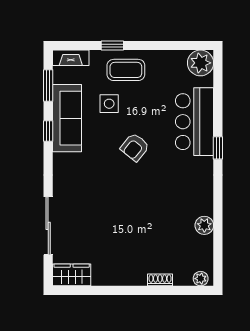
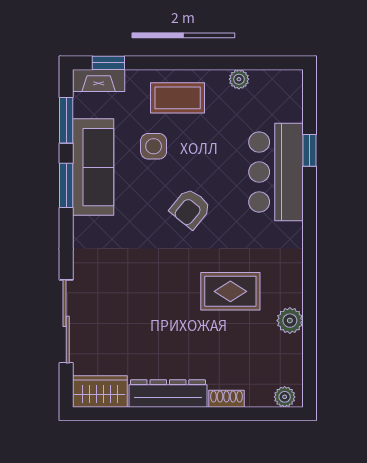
window: (112, 46) -> (108, 63), moved
plant: (200, 63) -> (239, 79), moved, width x0.53, depth x0.53
window: (48, 131) -> (66, 185), width x1.50
window: (218, 148) -> (309, 150), moved
rug: (163, 205) -> (230, 291), added
dresser: (119, 276) -> (168, 393), added

